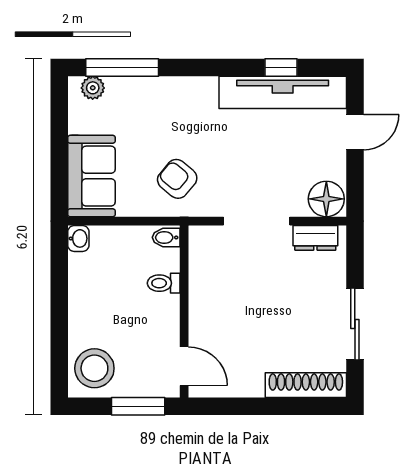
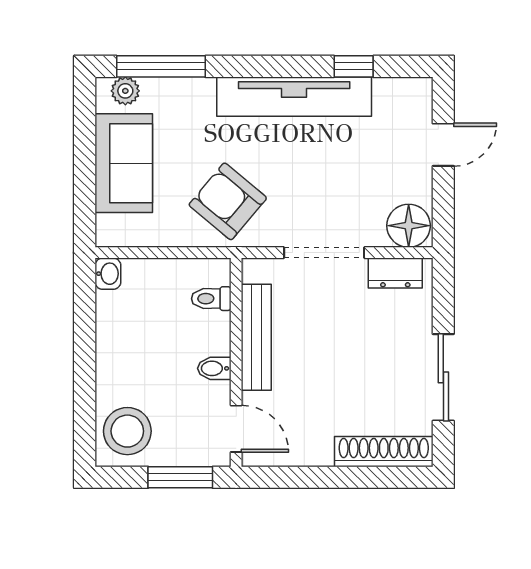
tv unit: (283, 92) -> (294, 97), moved
sofa: (91, 176) -> (124, 163), moved
armchair: (177, 179) -> (228, 201), width x1.38, depth x1.38
bidet: (166, 237) -> (214, 368), moved
toilet: (164, 283) -> (211, 299), moved
bench: (201, 291) -> (256, 337), added

